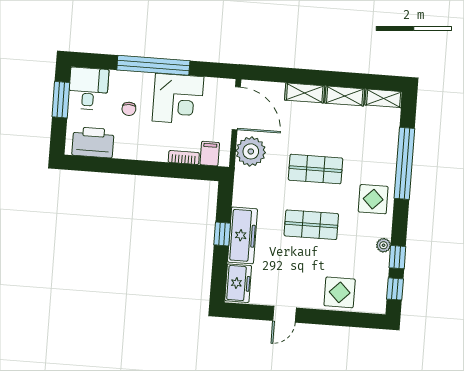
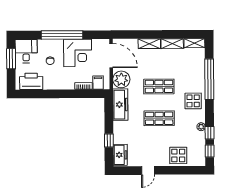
window: (222, 234) -> (109, 140), moved
freezer: (242, 235) -> (120, 105), moved

